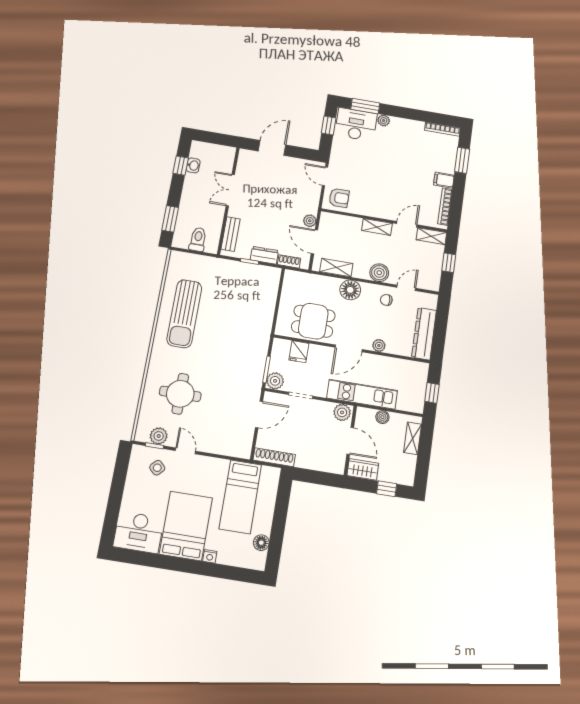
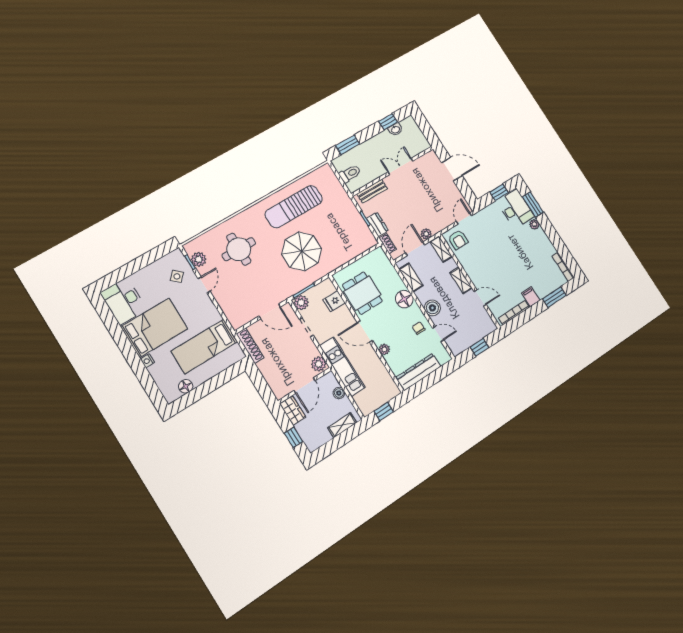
shelving: (431, 236) -> (441, 249), moved
parasol: (230, 341) -> (302, 251), added

